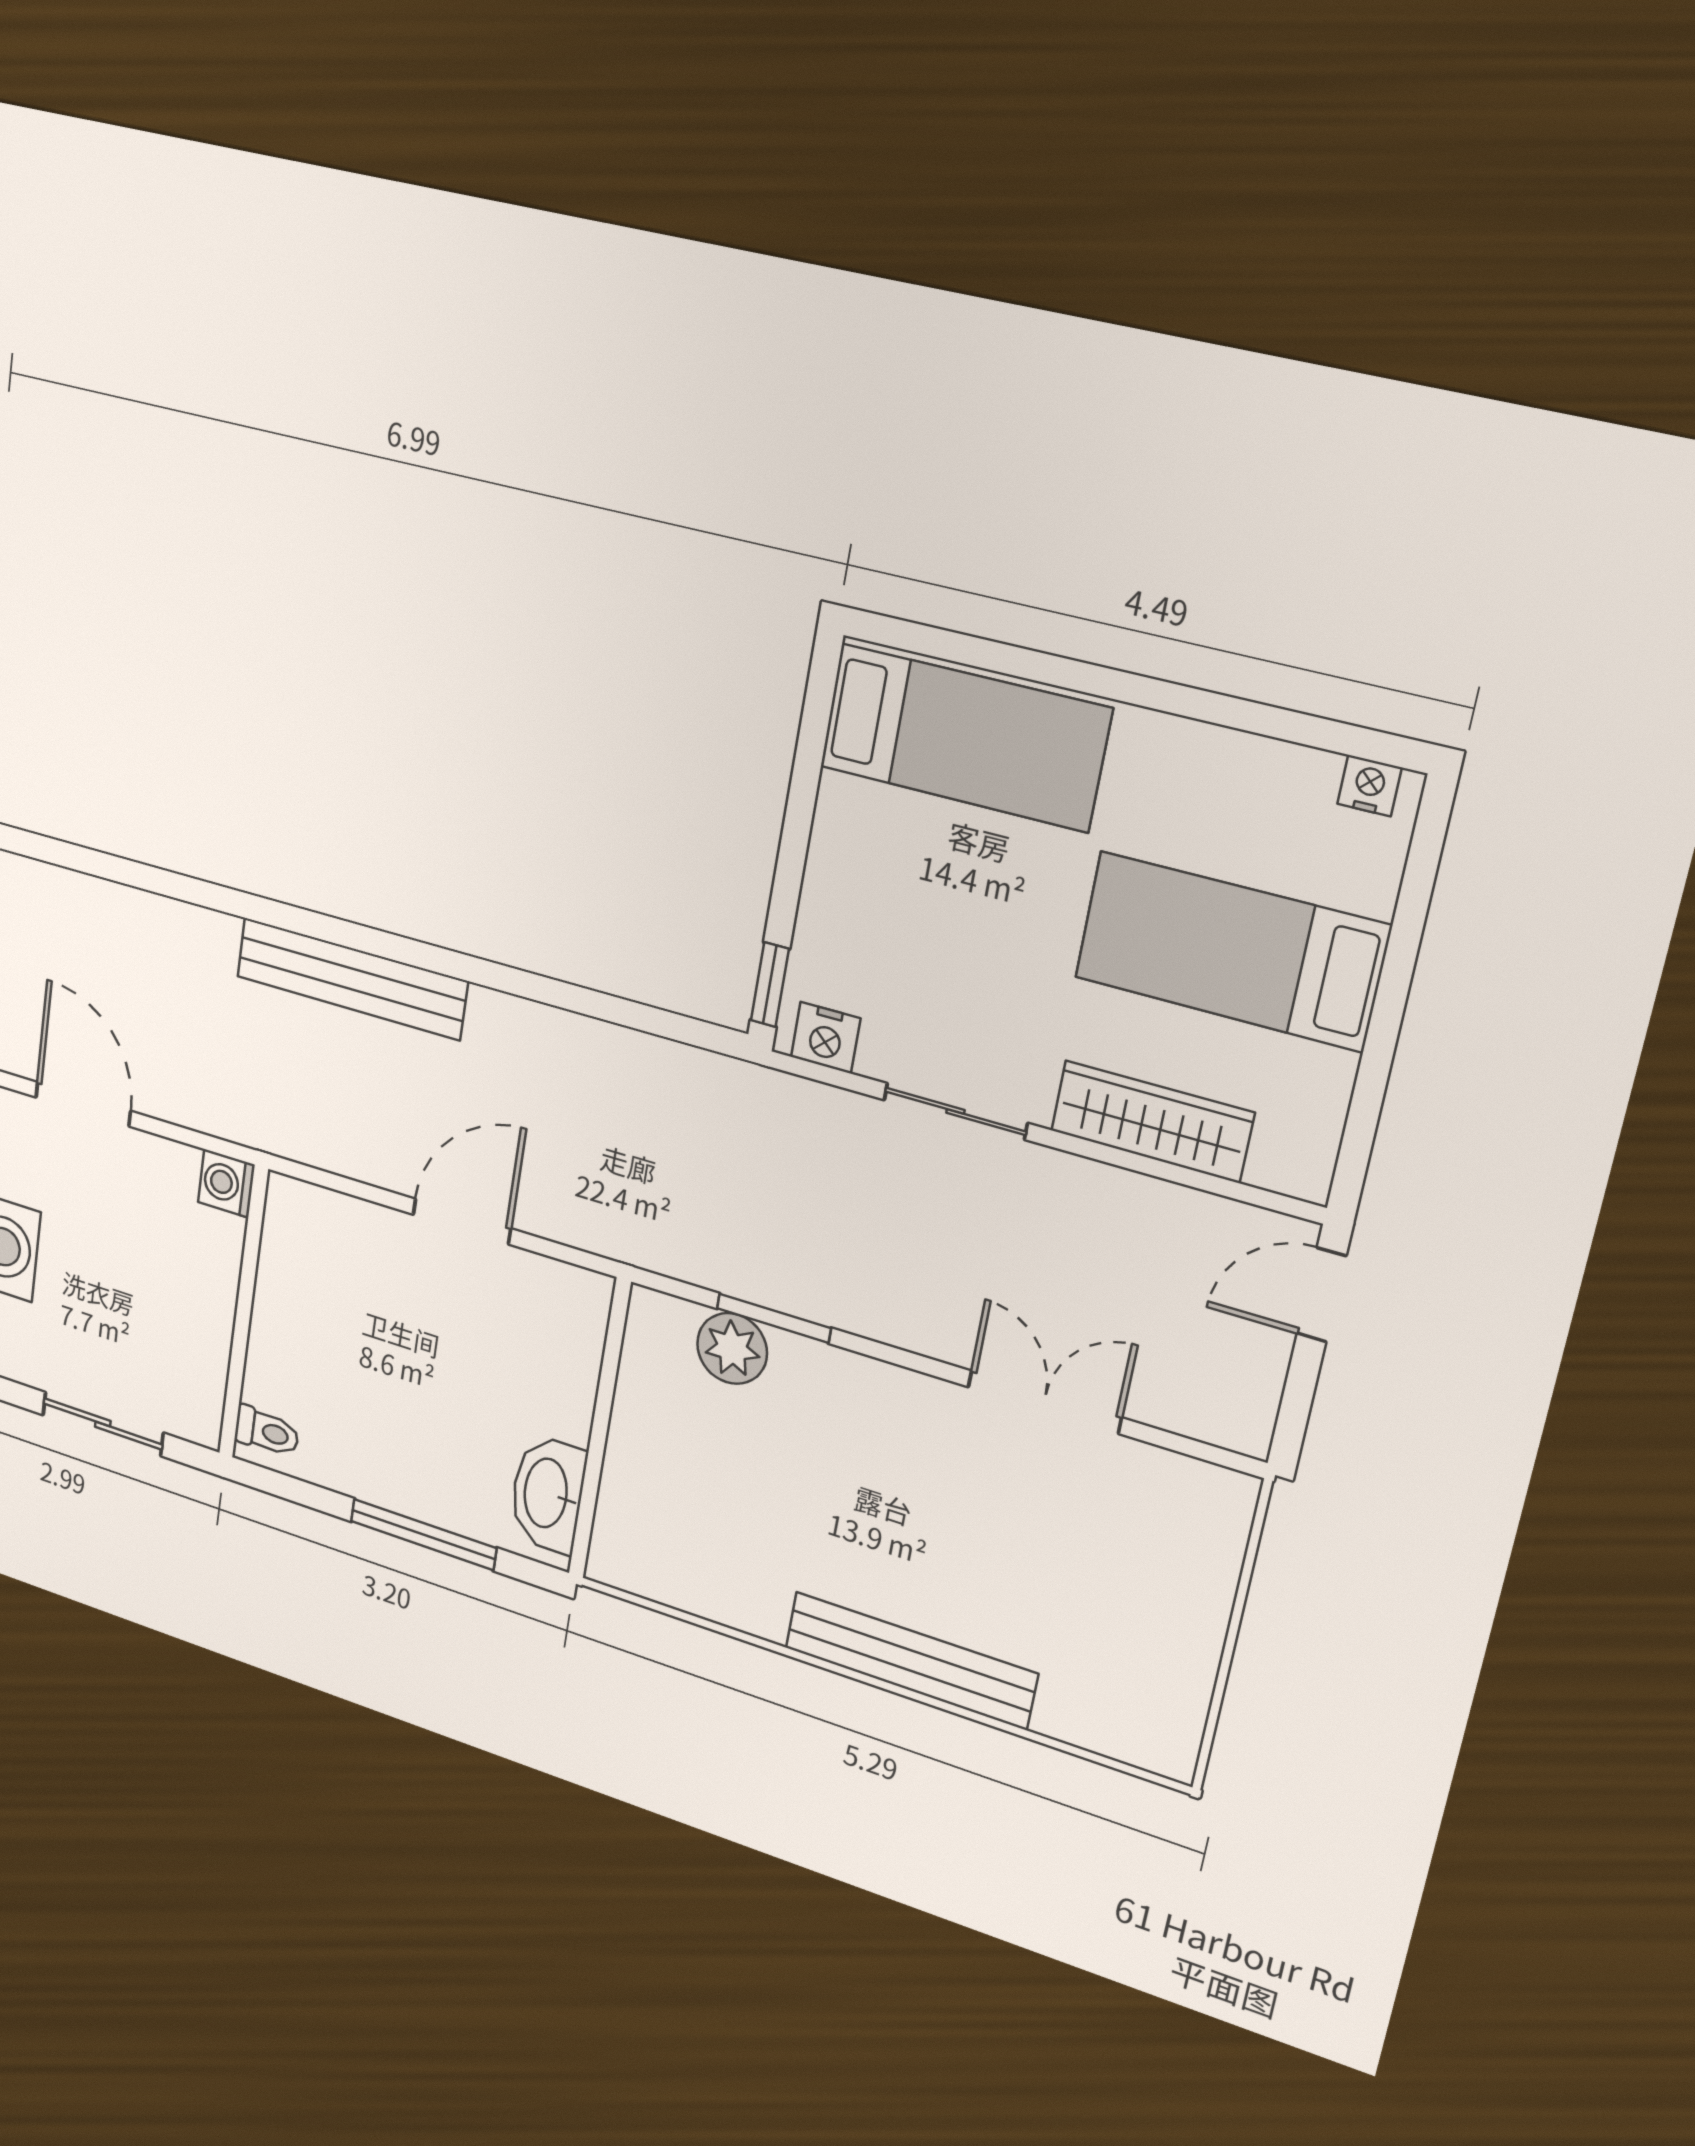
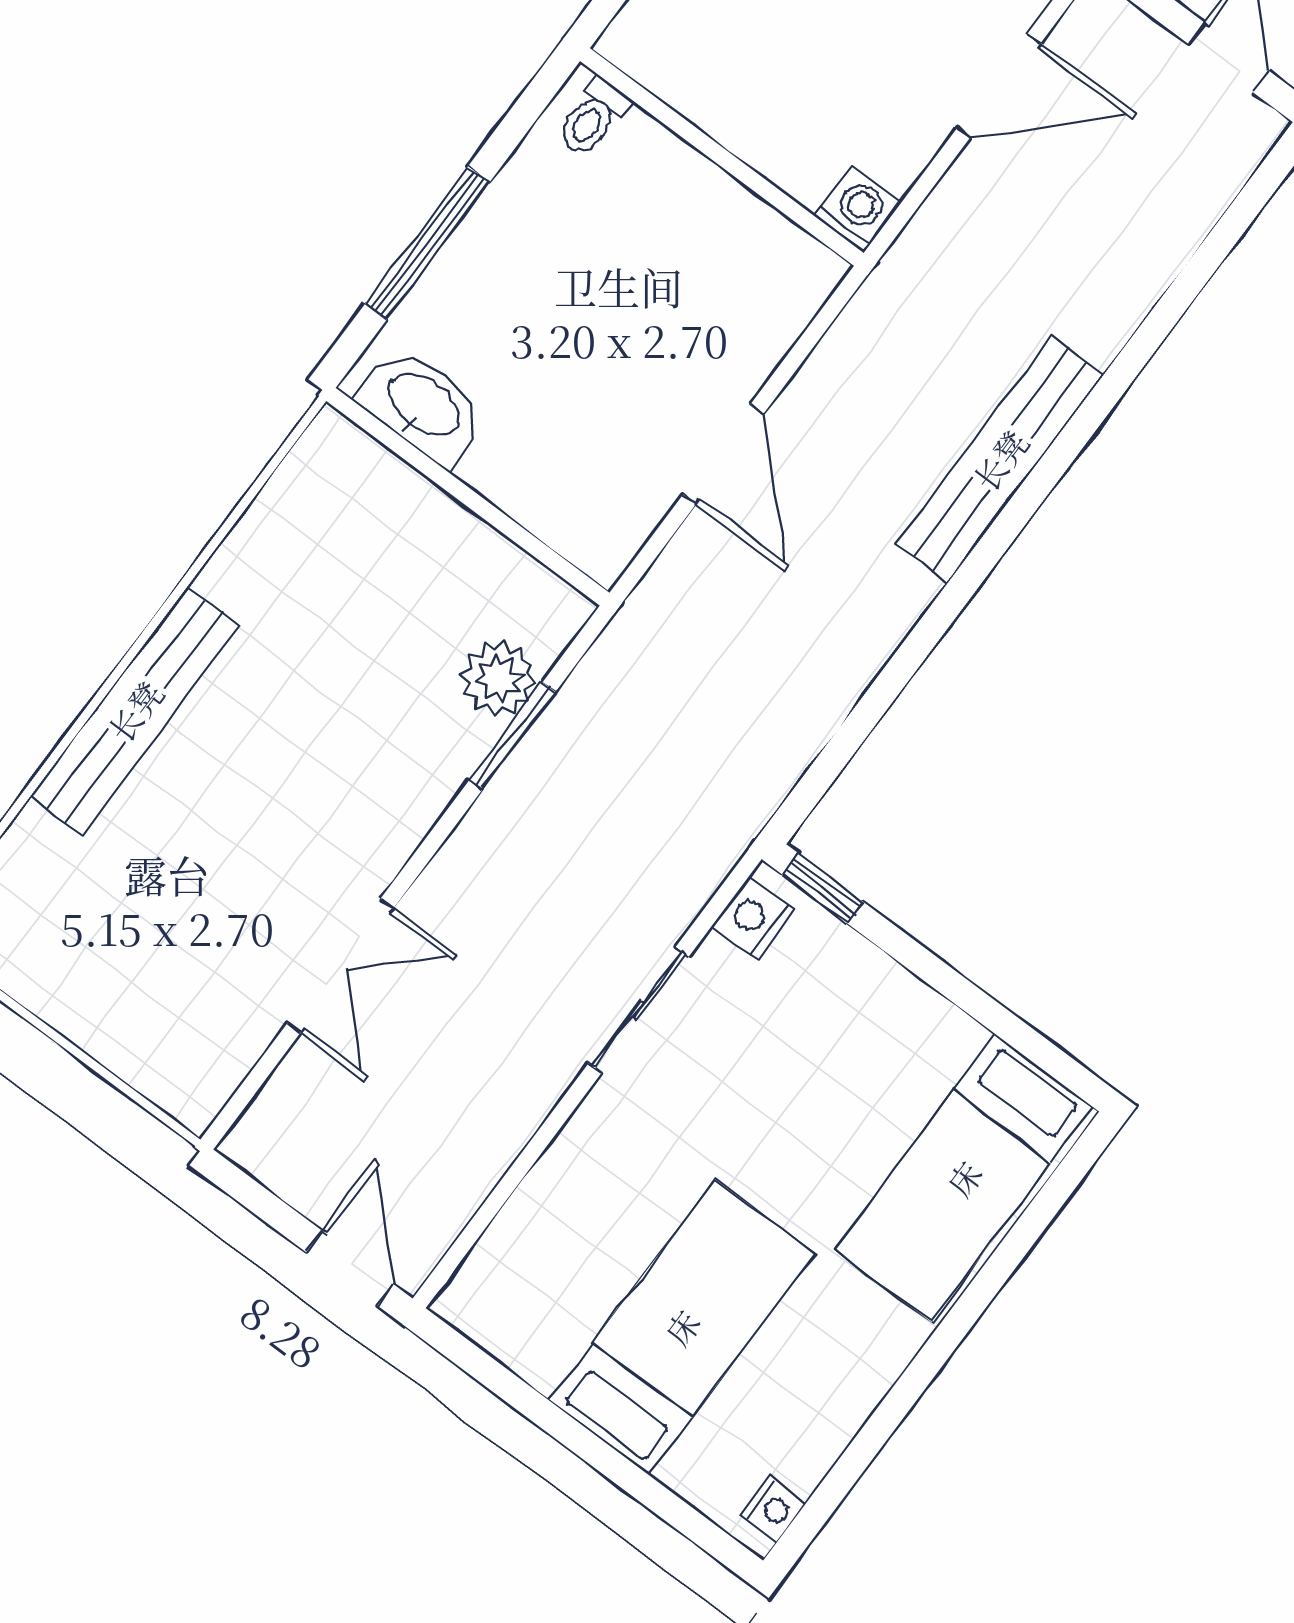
wardrobe: (1152, 1122) -> (560, 1188), removed

